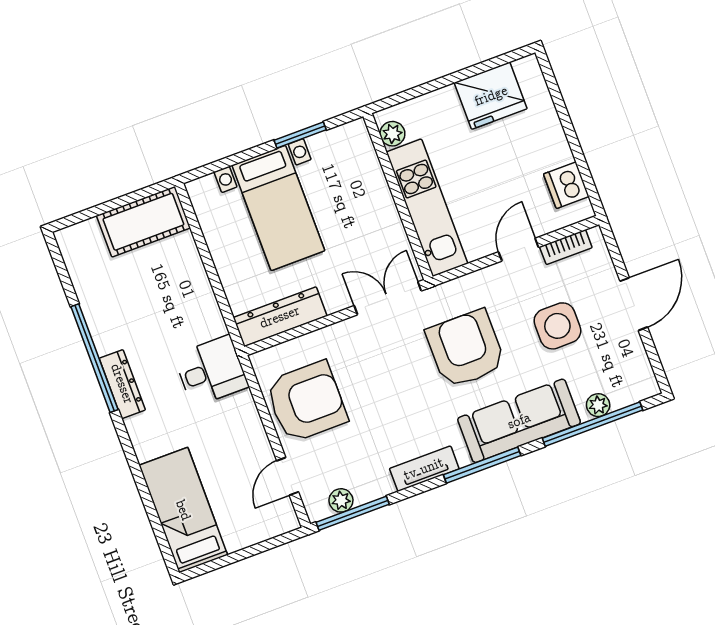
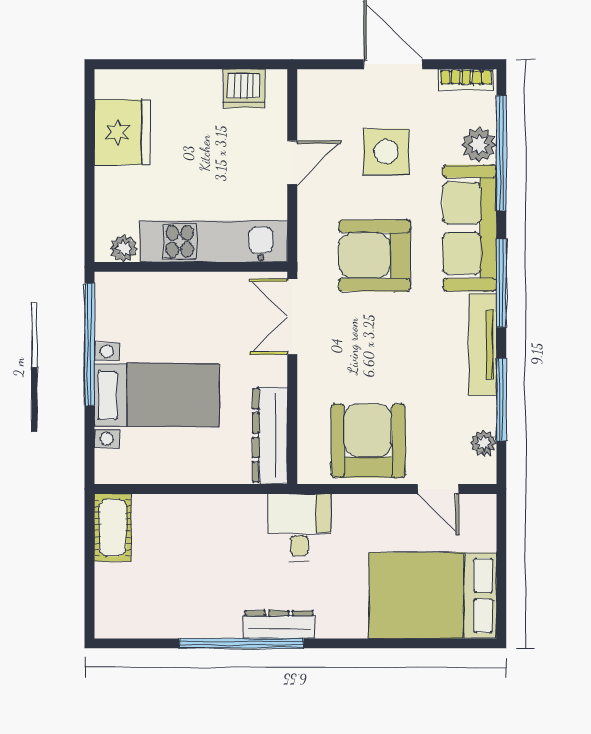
window: (300, 135) -> (90, 345), width x2.11
cot: (143, 222) -> (113, 528), width x0.73, depth x0.75
bookcase: (566, 247) -> (466, 80), moved, turned 90
door: (519, 250) -> (292, 163), swing flipped
plant: (598, 405) -> (479, 145), width x1.38, depth x1.38
tv unit: (424, 469) -> (483, 344), width x1.41
bed: (183, 510) -> (433, 596), width x1.50
window: (353, 513) -> (501, 399), moved

